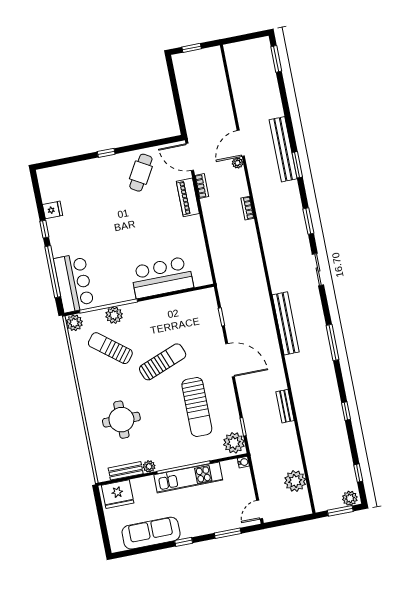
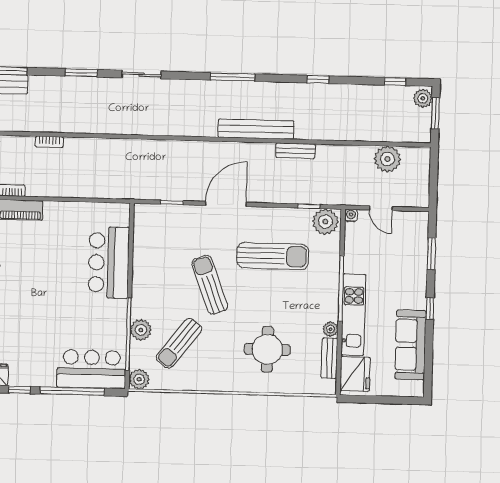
bench: (286, 323) -> (256, 129), moved
kitchen unit: (188, 477) -> (353, 315), moved
door: (260, 510) -> (381, 208), moved

